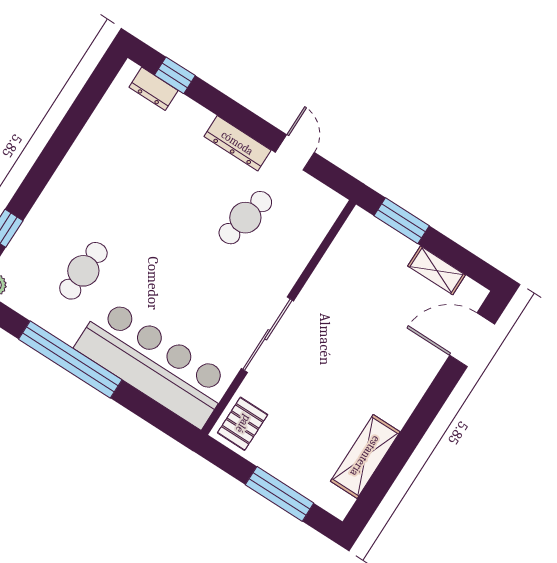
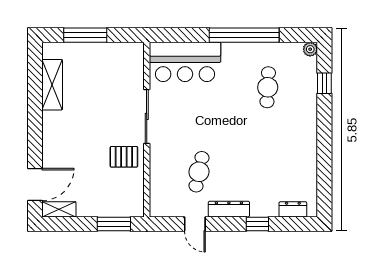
window: (175, 75) -> (257, 224), moved
shelving: (437, 270) -> (59, 209), moved
bar counter: (154, 363) -> (185, 62), width x0.73
pallet: (243, 424) -> (124, 157), moved, turned 90

